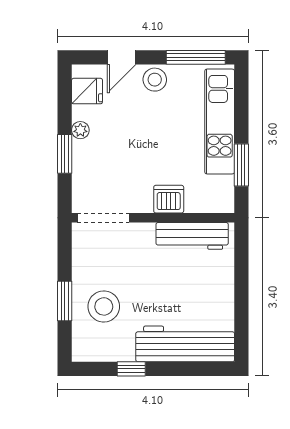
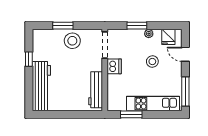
stool: (155, 80) -> (152, 61), moved
dishwasher: (169, 199) -> (114, 66), moved
stool: (104, 306) -> (72, 41), moved

